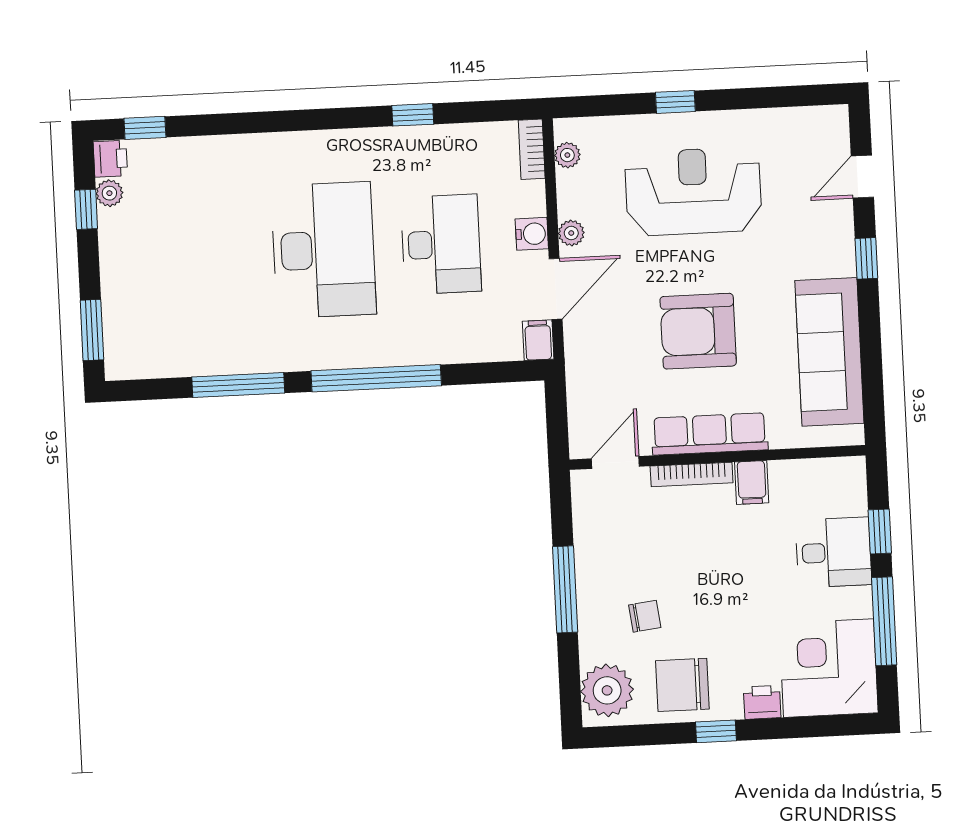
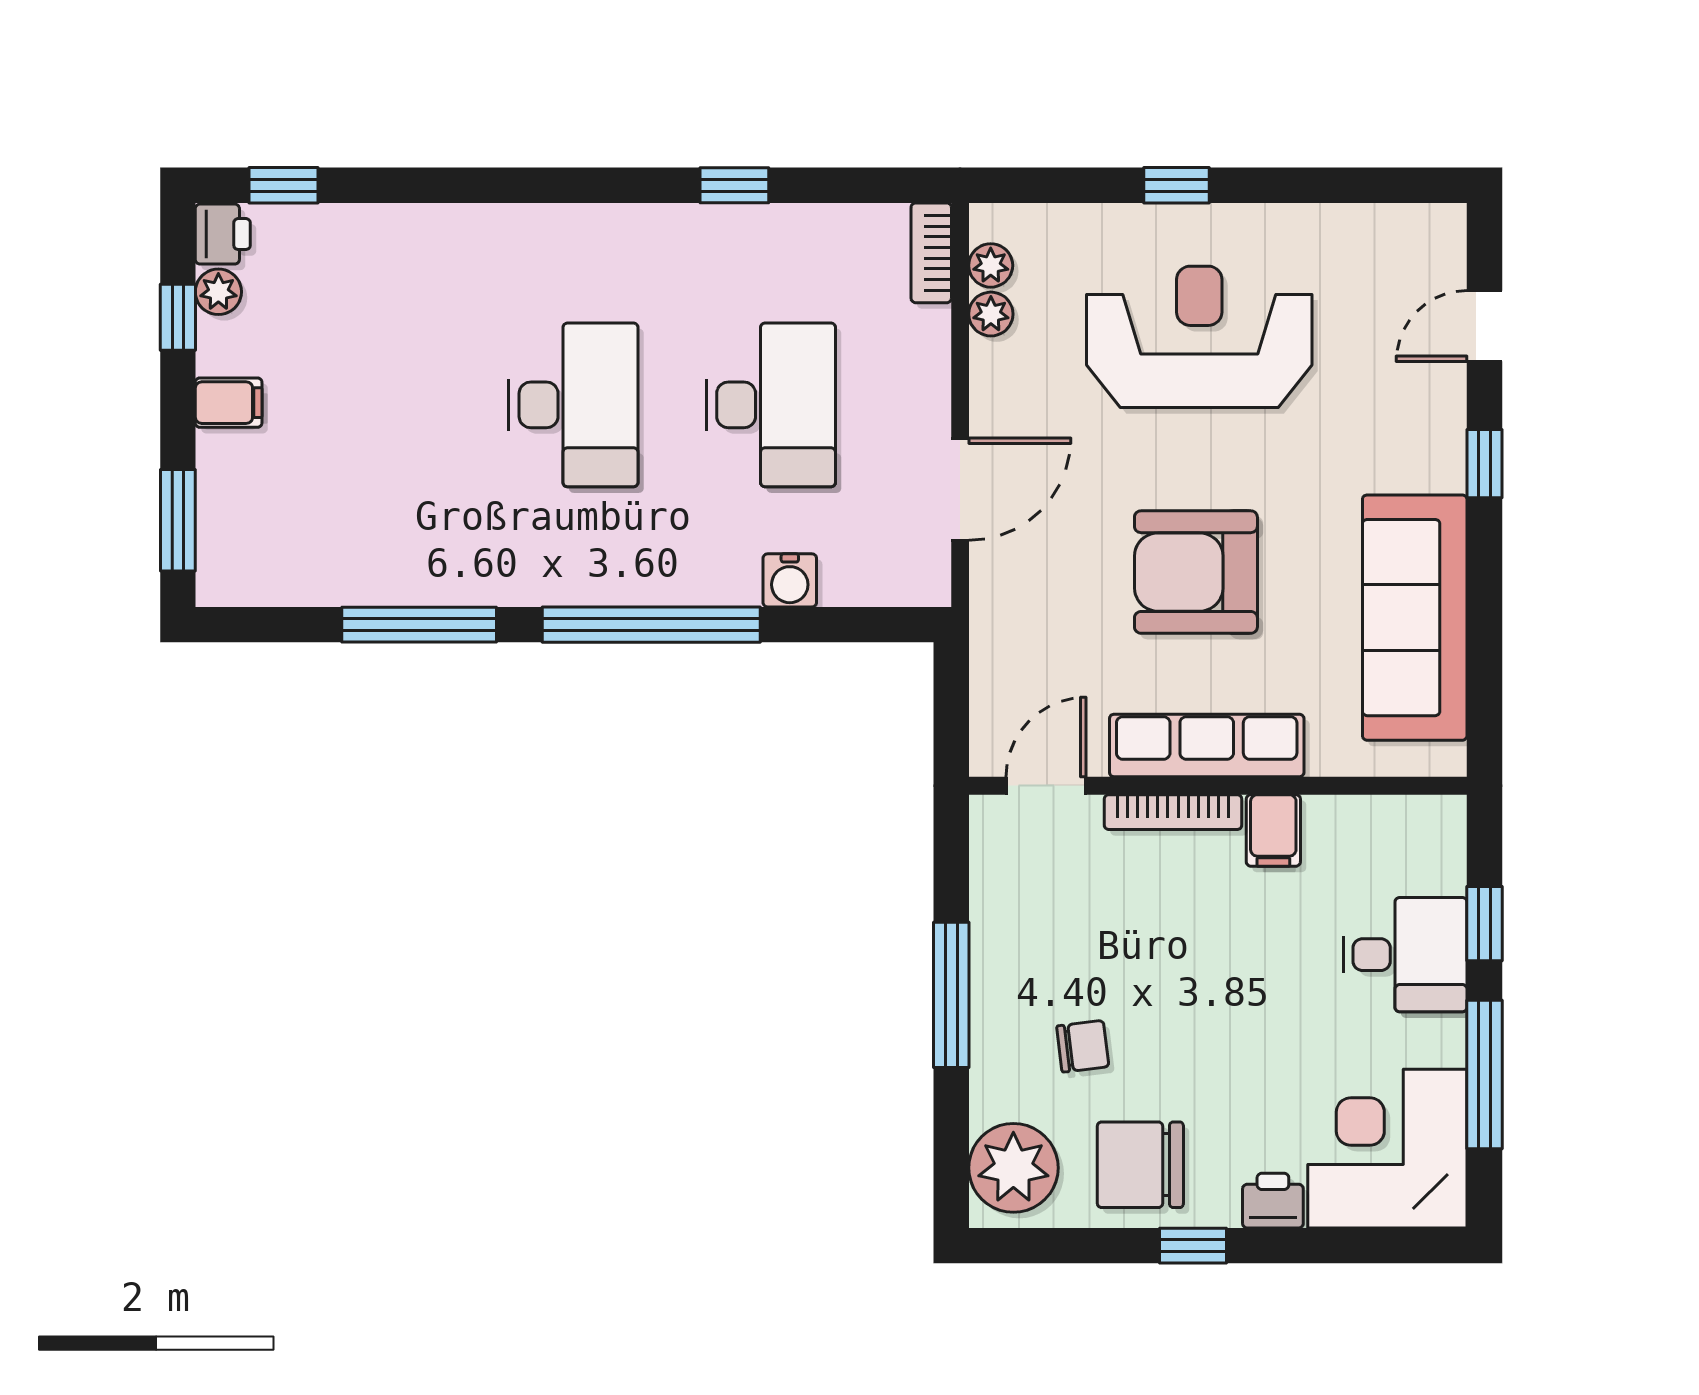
plant: (571, 233) -> (991, 314), moved
water cooler: (532, 234) -> (790, 580), moved, turned 90
desk: (324, 250) -> (573, 405), width x0.73, depth x0.77
filing cabinet: (538, 340) -> (229, 403), moved, turned 90

